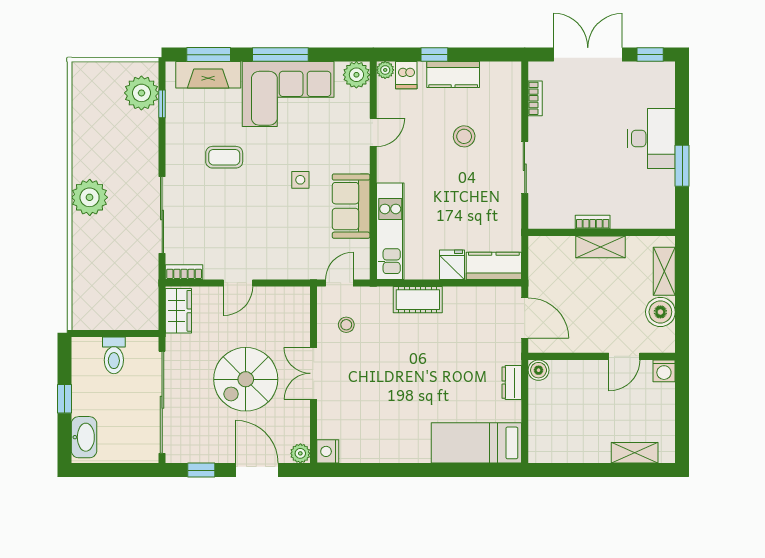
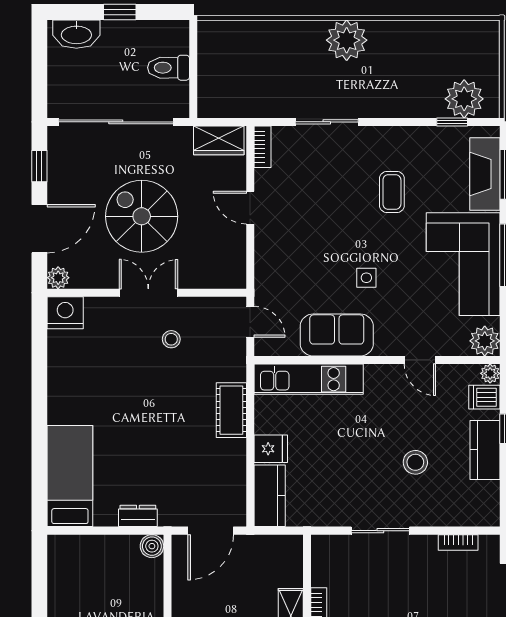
sliding door: (162, 215) -> (327, 122), width x0.73
stool: (346, 325) -> (171, 339), moved
nightstand: (328, 451) -> (65, 313), width x1.36, depth x1.33

